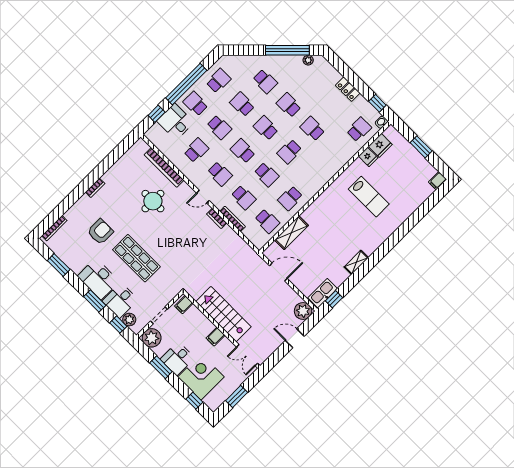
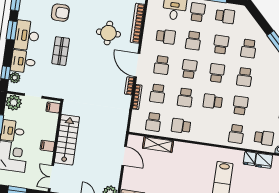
school desk: (289, 105) -> (244, 77), turned 180
school desk: (336, 152) -> (236, 134), added
door: (203, 197) -> (137, 65), width x1.87
shop shelf: (136, 258) -> (61, 51), width x0.70, depth x0.74
window: (95, 301) -> (12, 30), moved

